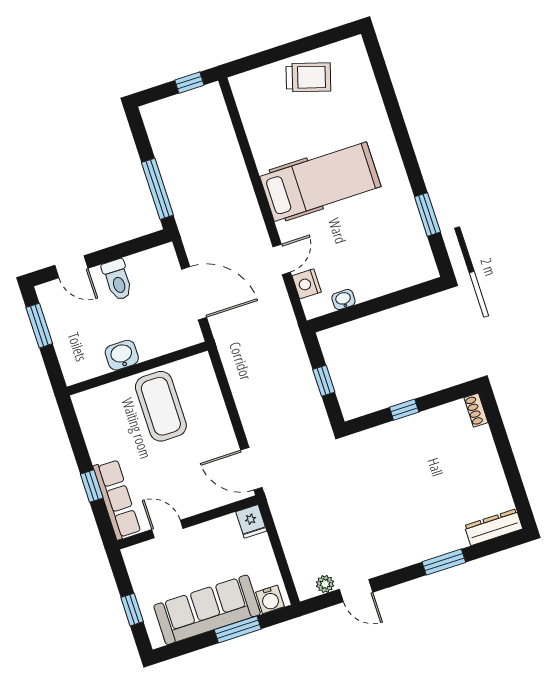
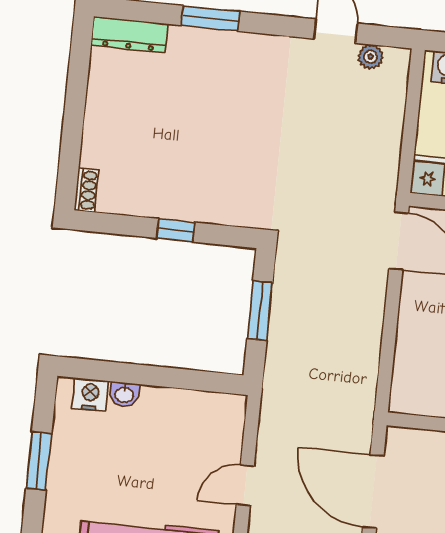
nightstand: (307, 284) -> (90, 395), moved, turned -90
washbasin: (343, 300) -> (124, 394), moved
window: (324, 381) -> (260, 311), width x1.50

